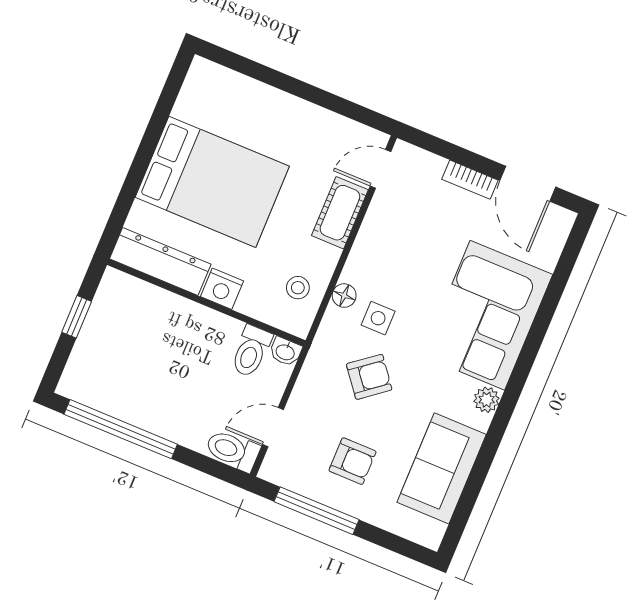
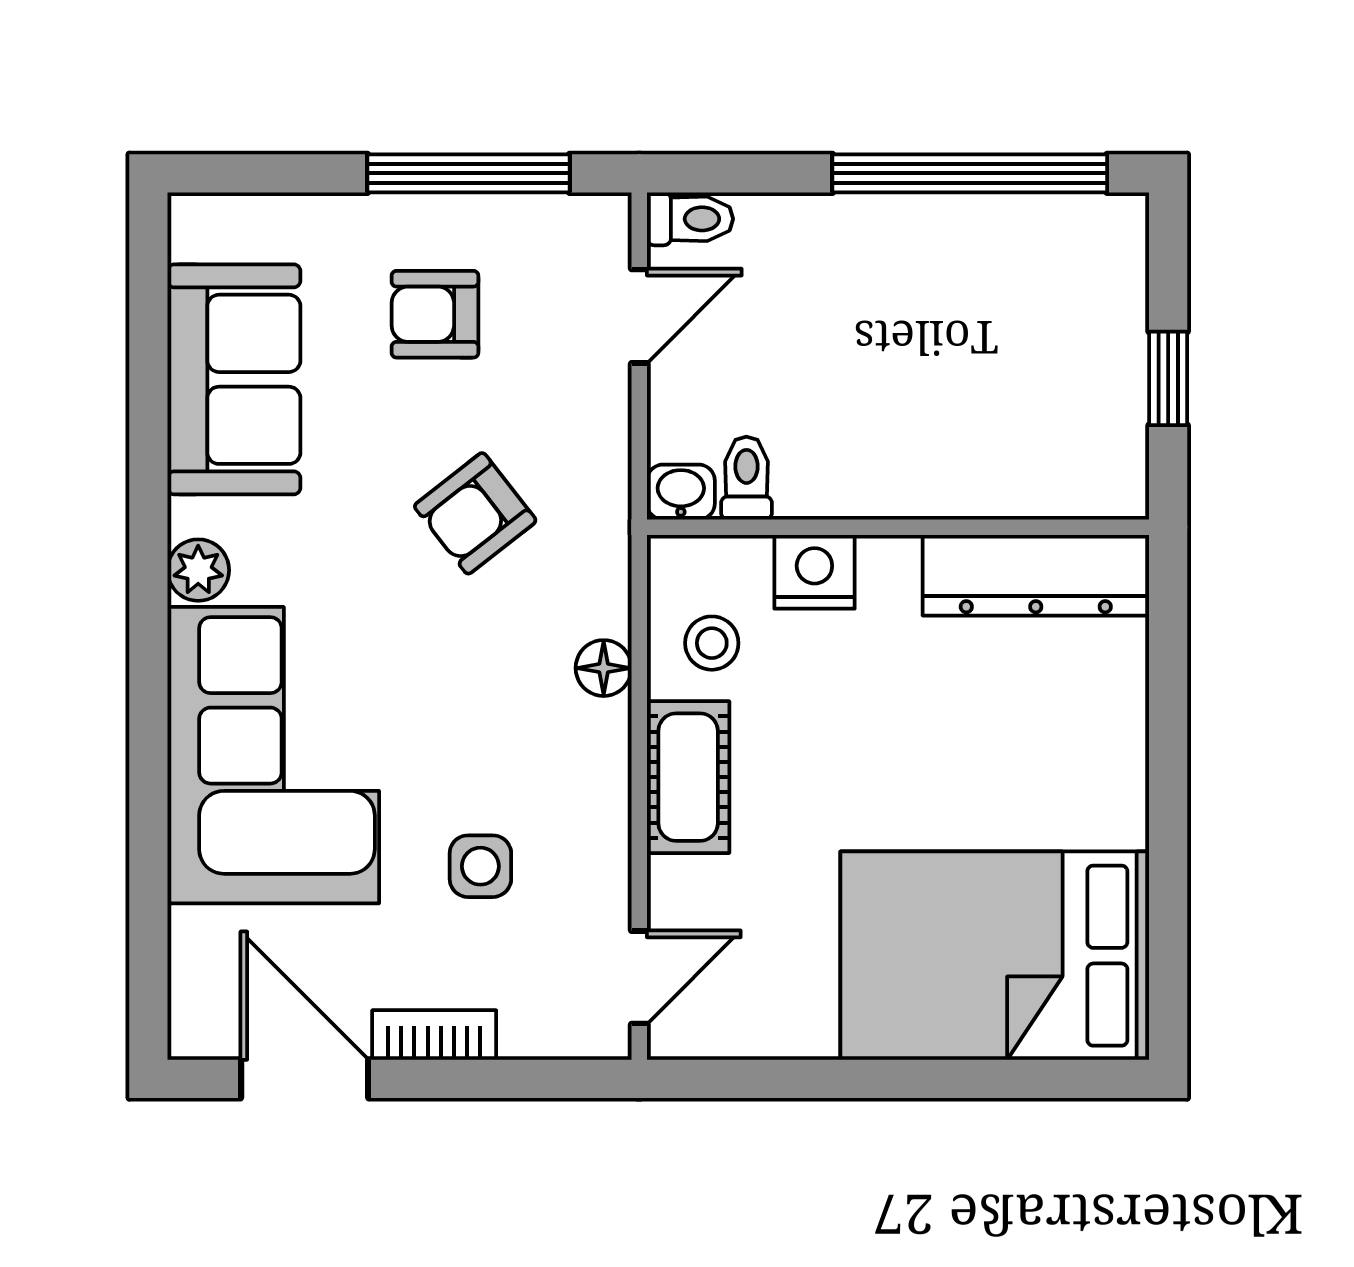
bed: (212, 182) -> (995, 956), moved
cot: (340, 213) -> (688, 777), moved
nightstand: (222, 289) -> (814, 572), moved
side table: (378, 318) -> (480, 866), moved
toilet: (251, 351) -> (746, 478), width x0.73, depth x0.72
toilet: (233, 450) -> (690, 219), width x0.73, depth x0.72

